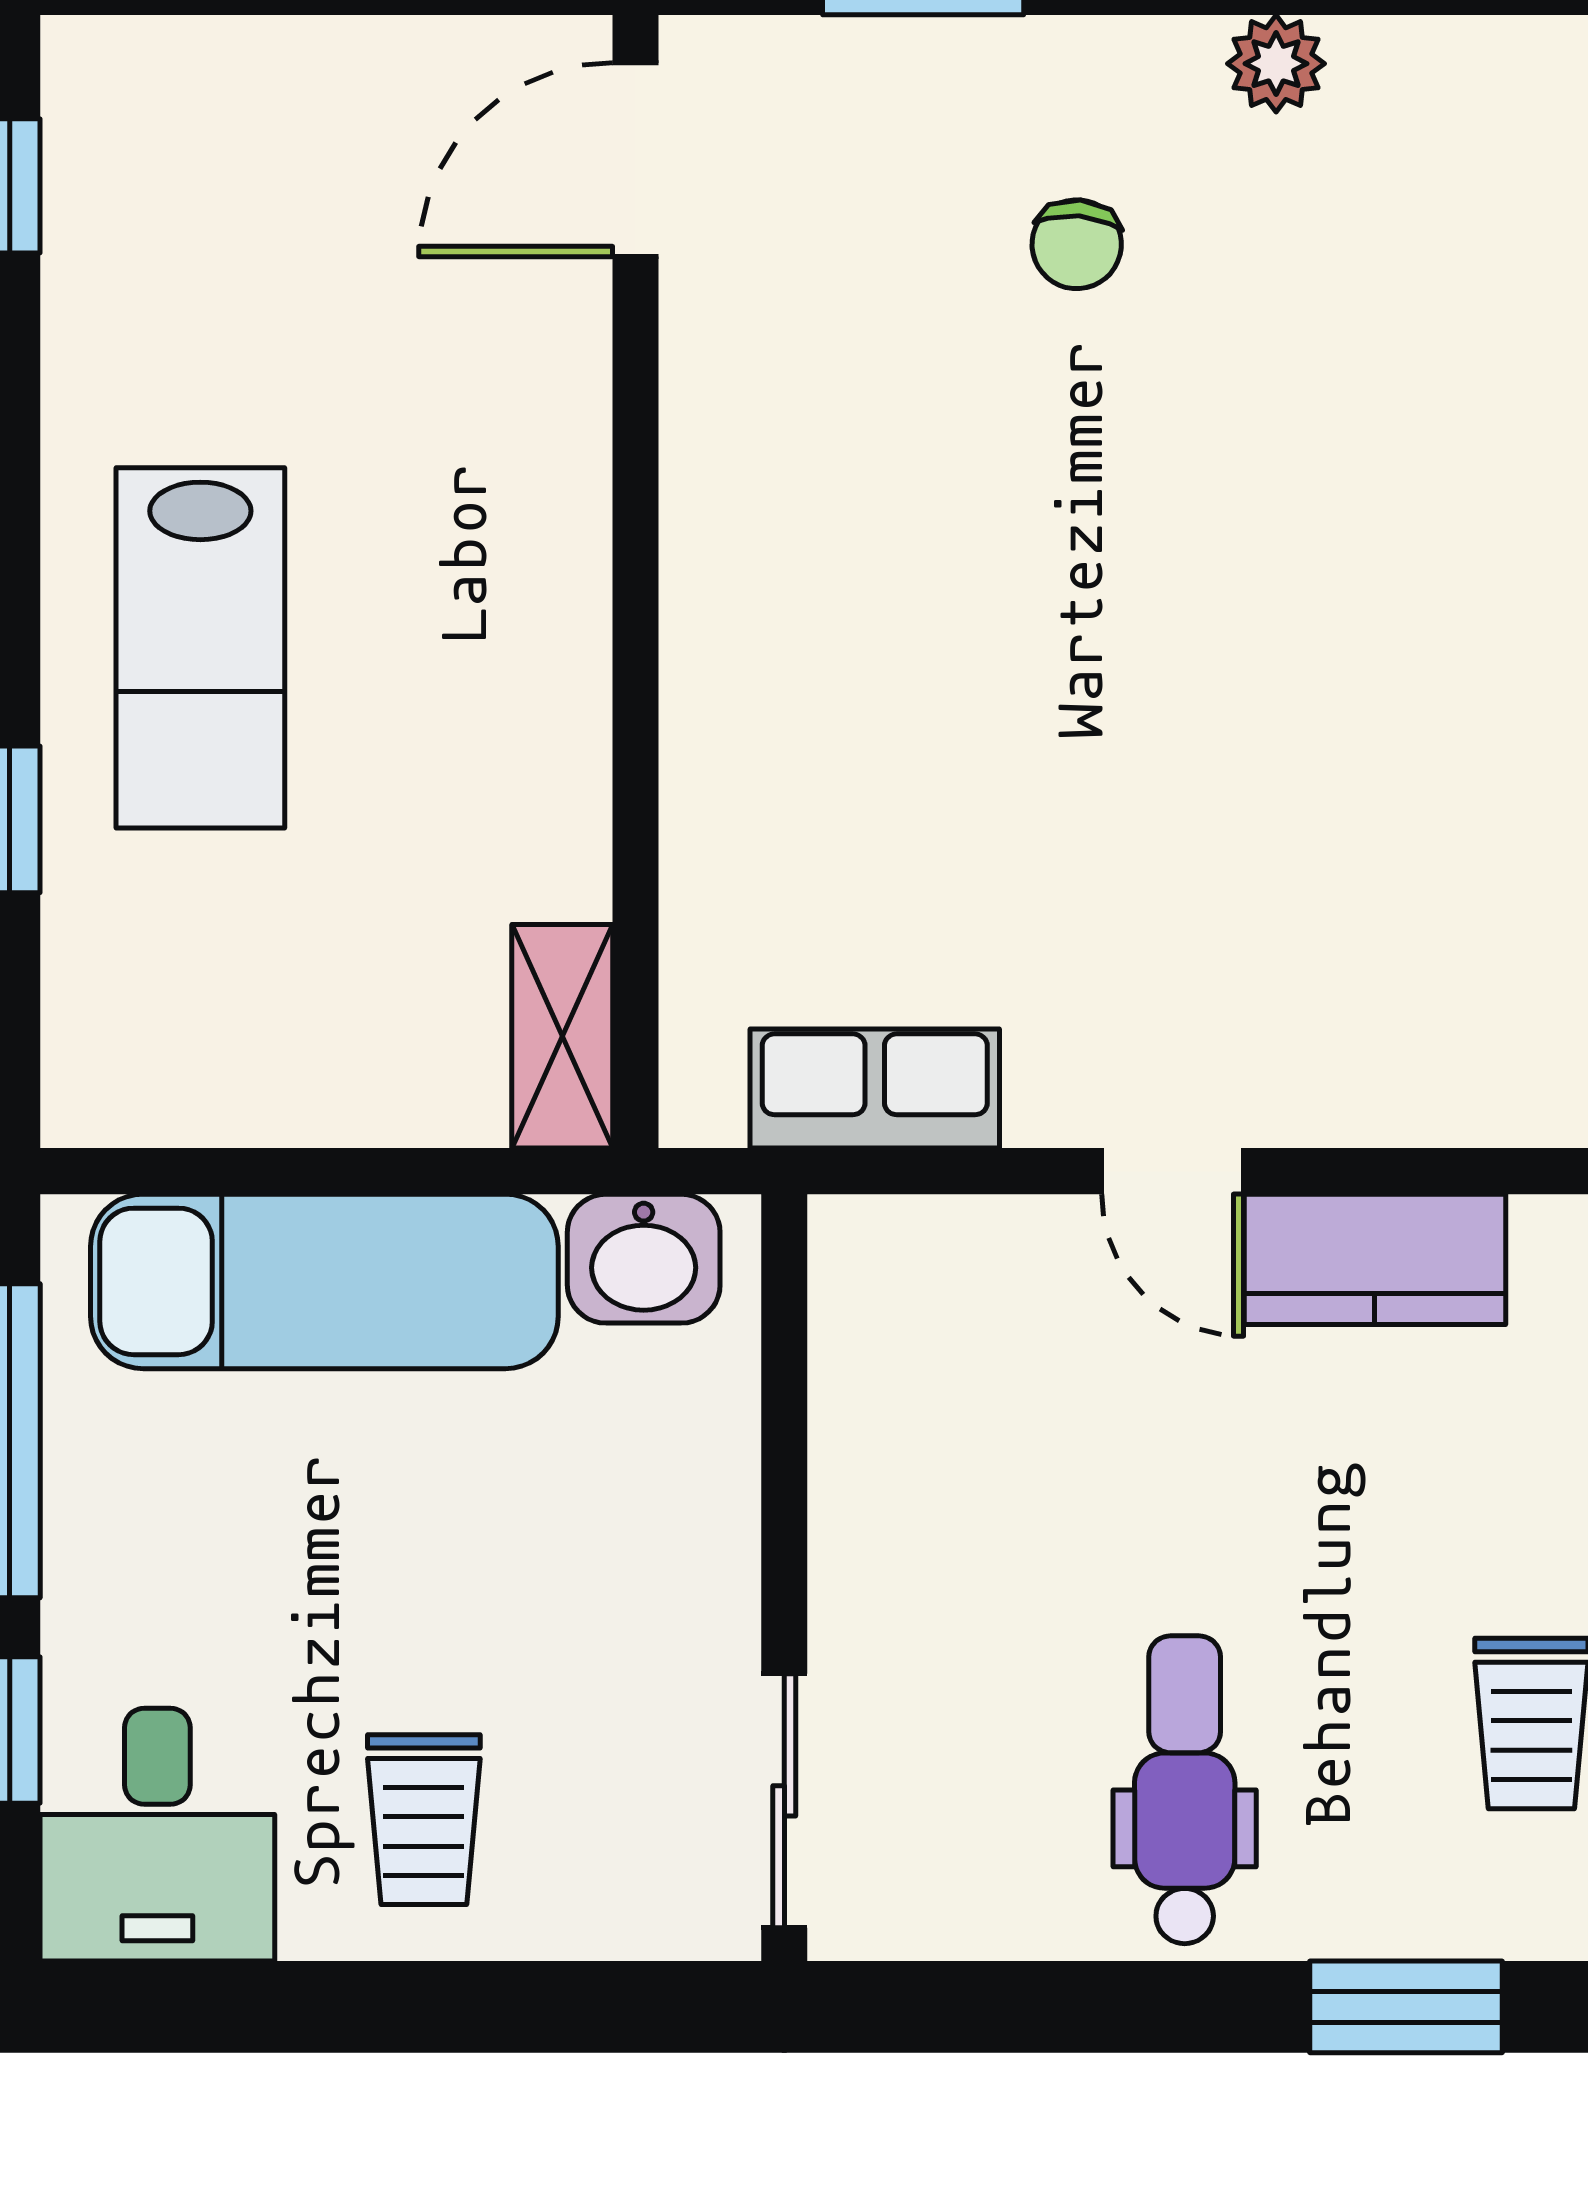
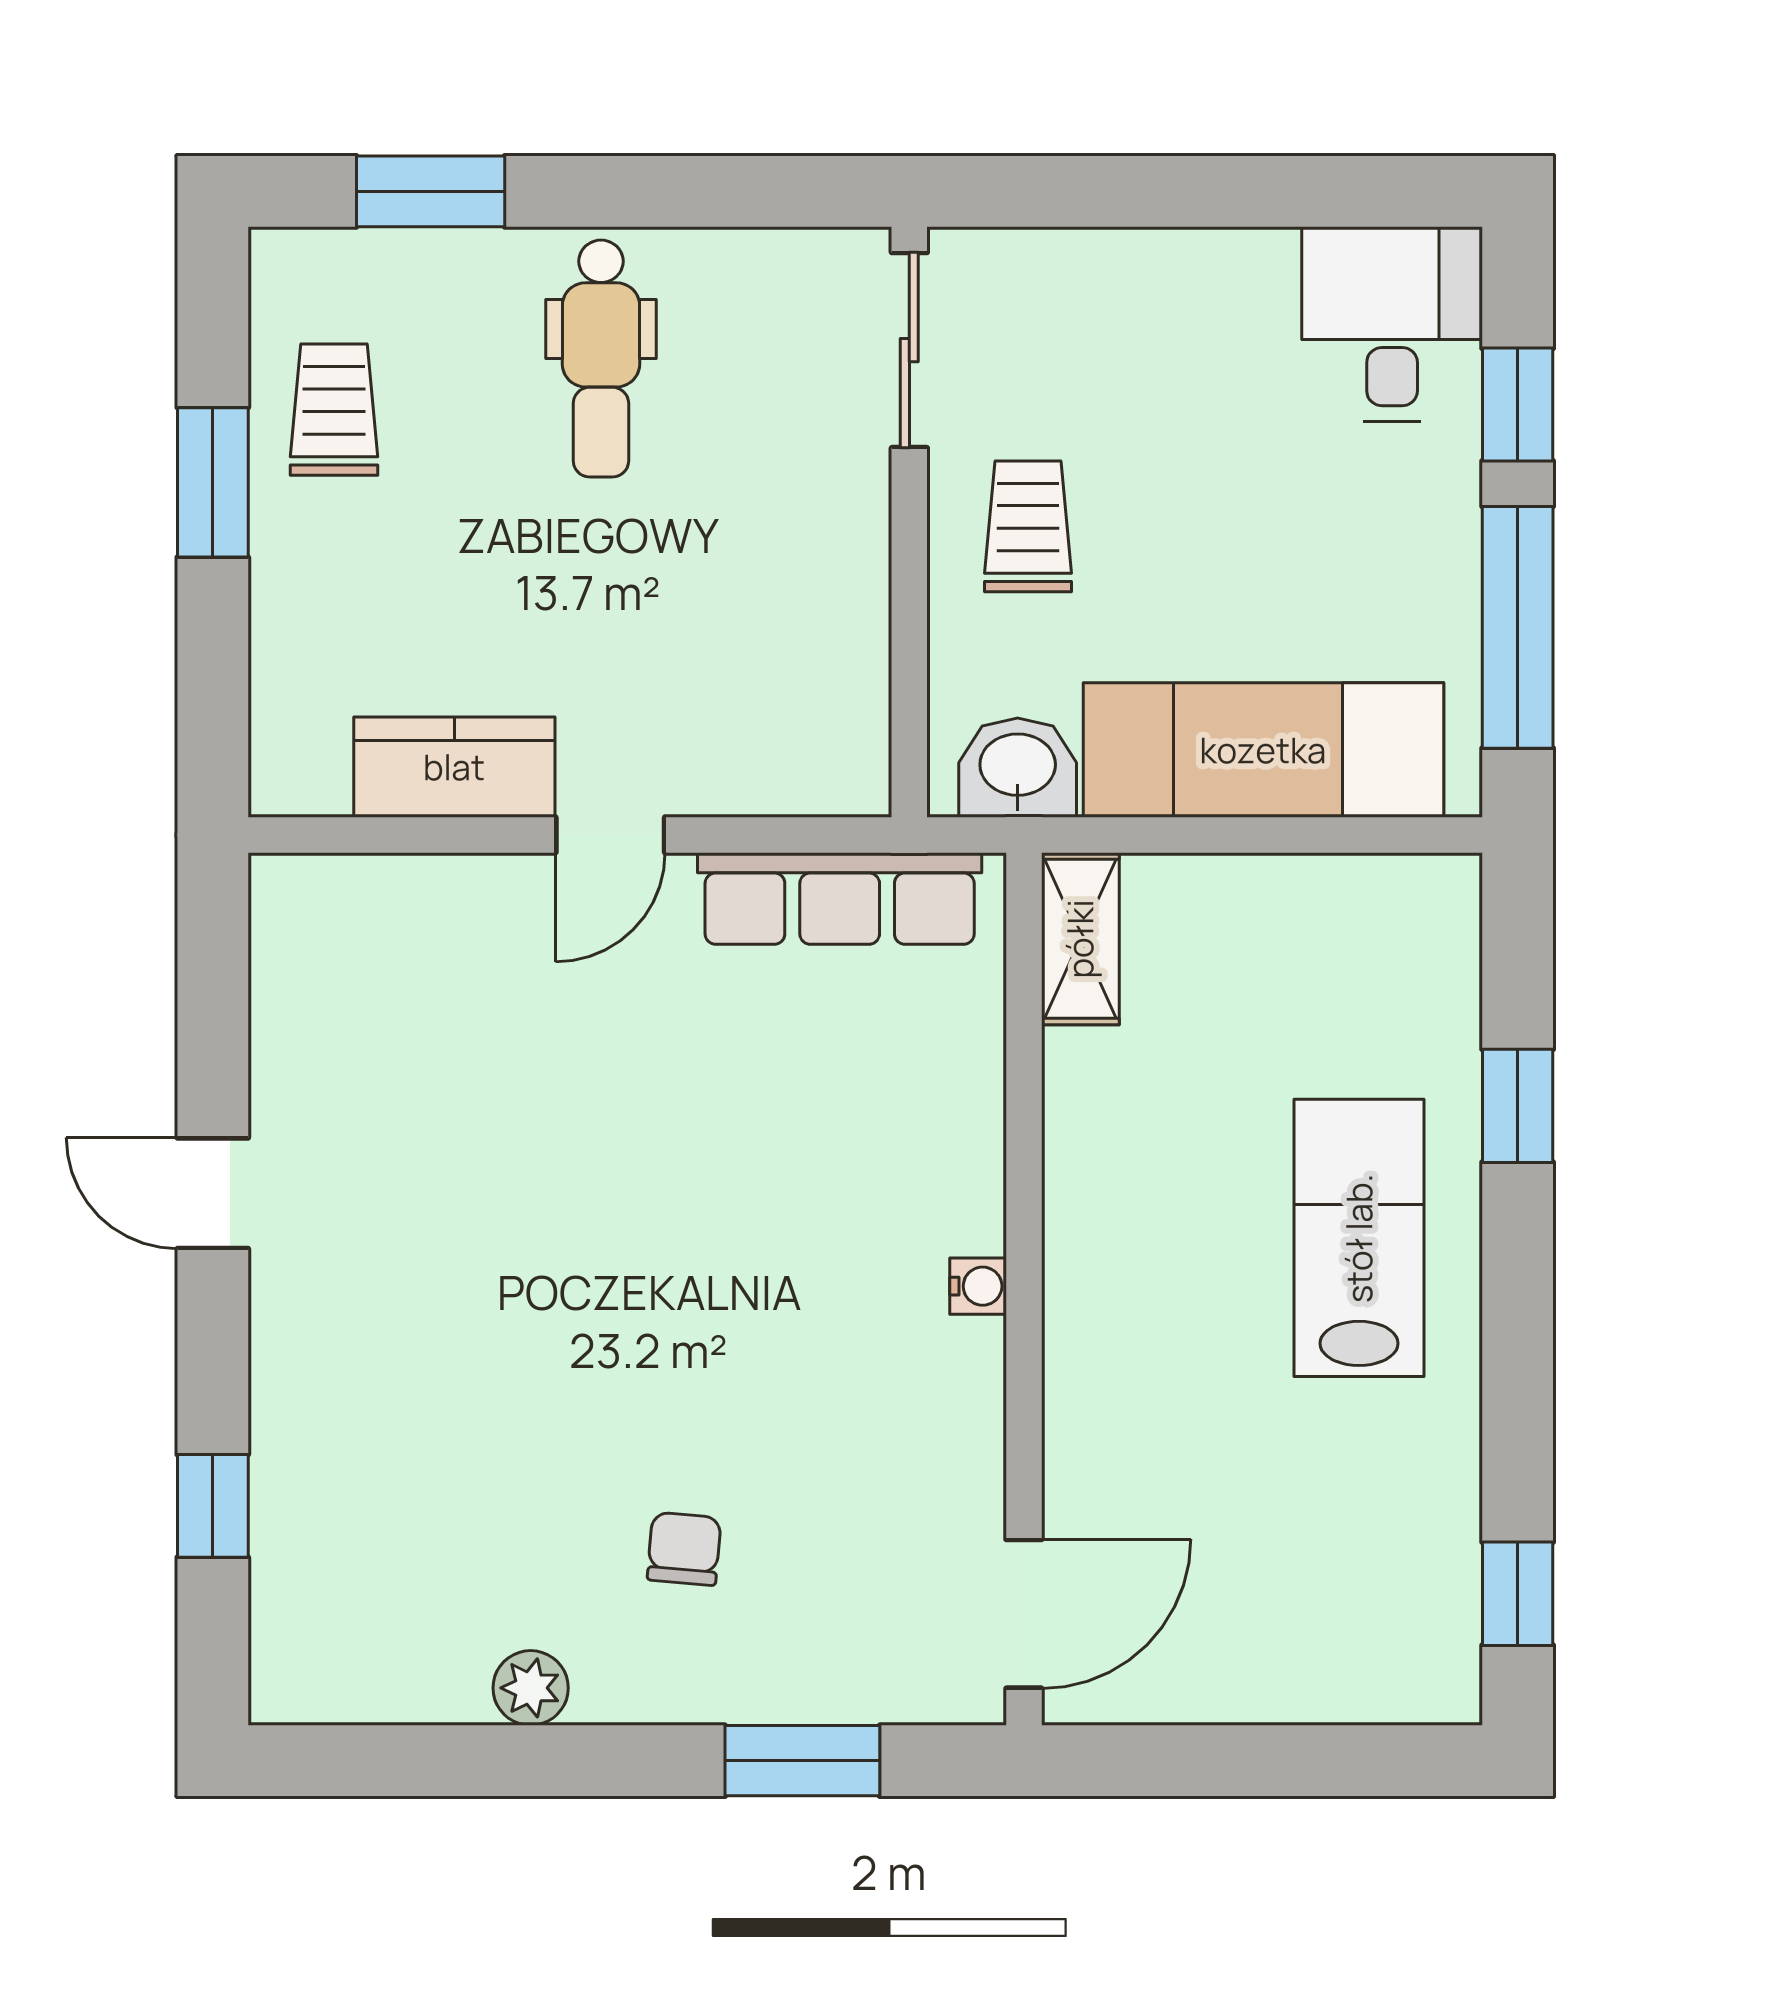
water cooler: (695, 585) -> (978, 1286), added
row of seats: (875, 1089) -> (840, 899), width x1.48
door: (1173, 1171) -> (610, 835), swing flipped
trolley: (424, 1820) -> (1028, 526), moved

